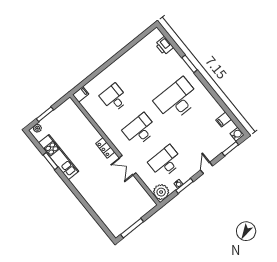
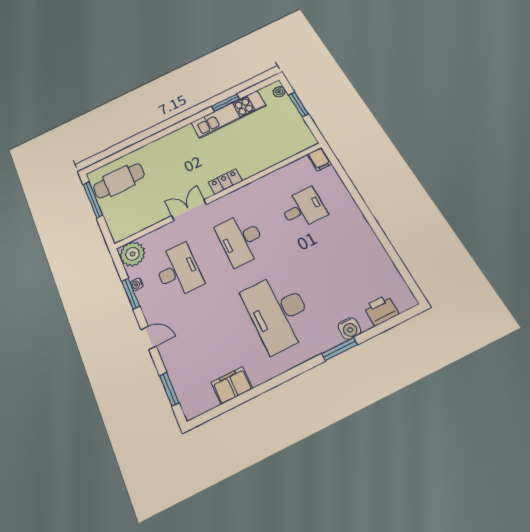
desk: (177, 100) -> (278, 312), turned 180
filing cabinet: (224, 120) -> (232, 385), width x2.00
desk: (140, 130) -> (241, 239), turned 180
water cooler: (237, 134) -> (349, 328), moved
cafe table: (117, 215) -> (119, 181), added

